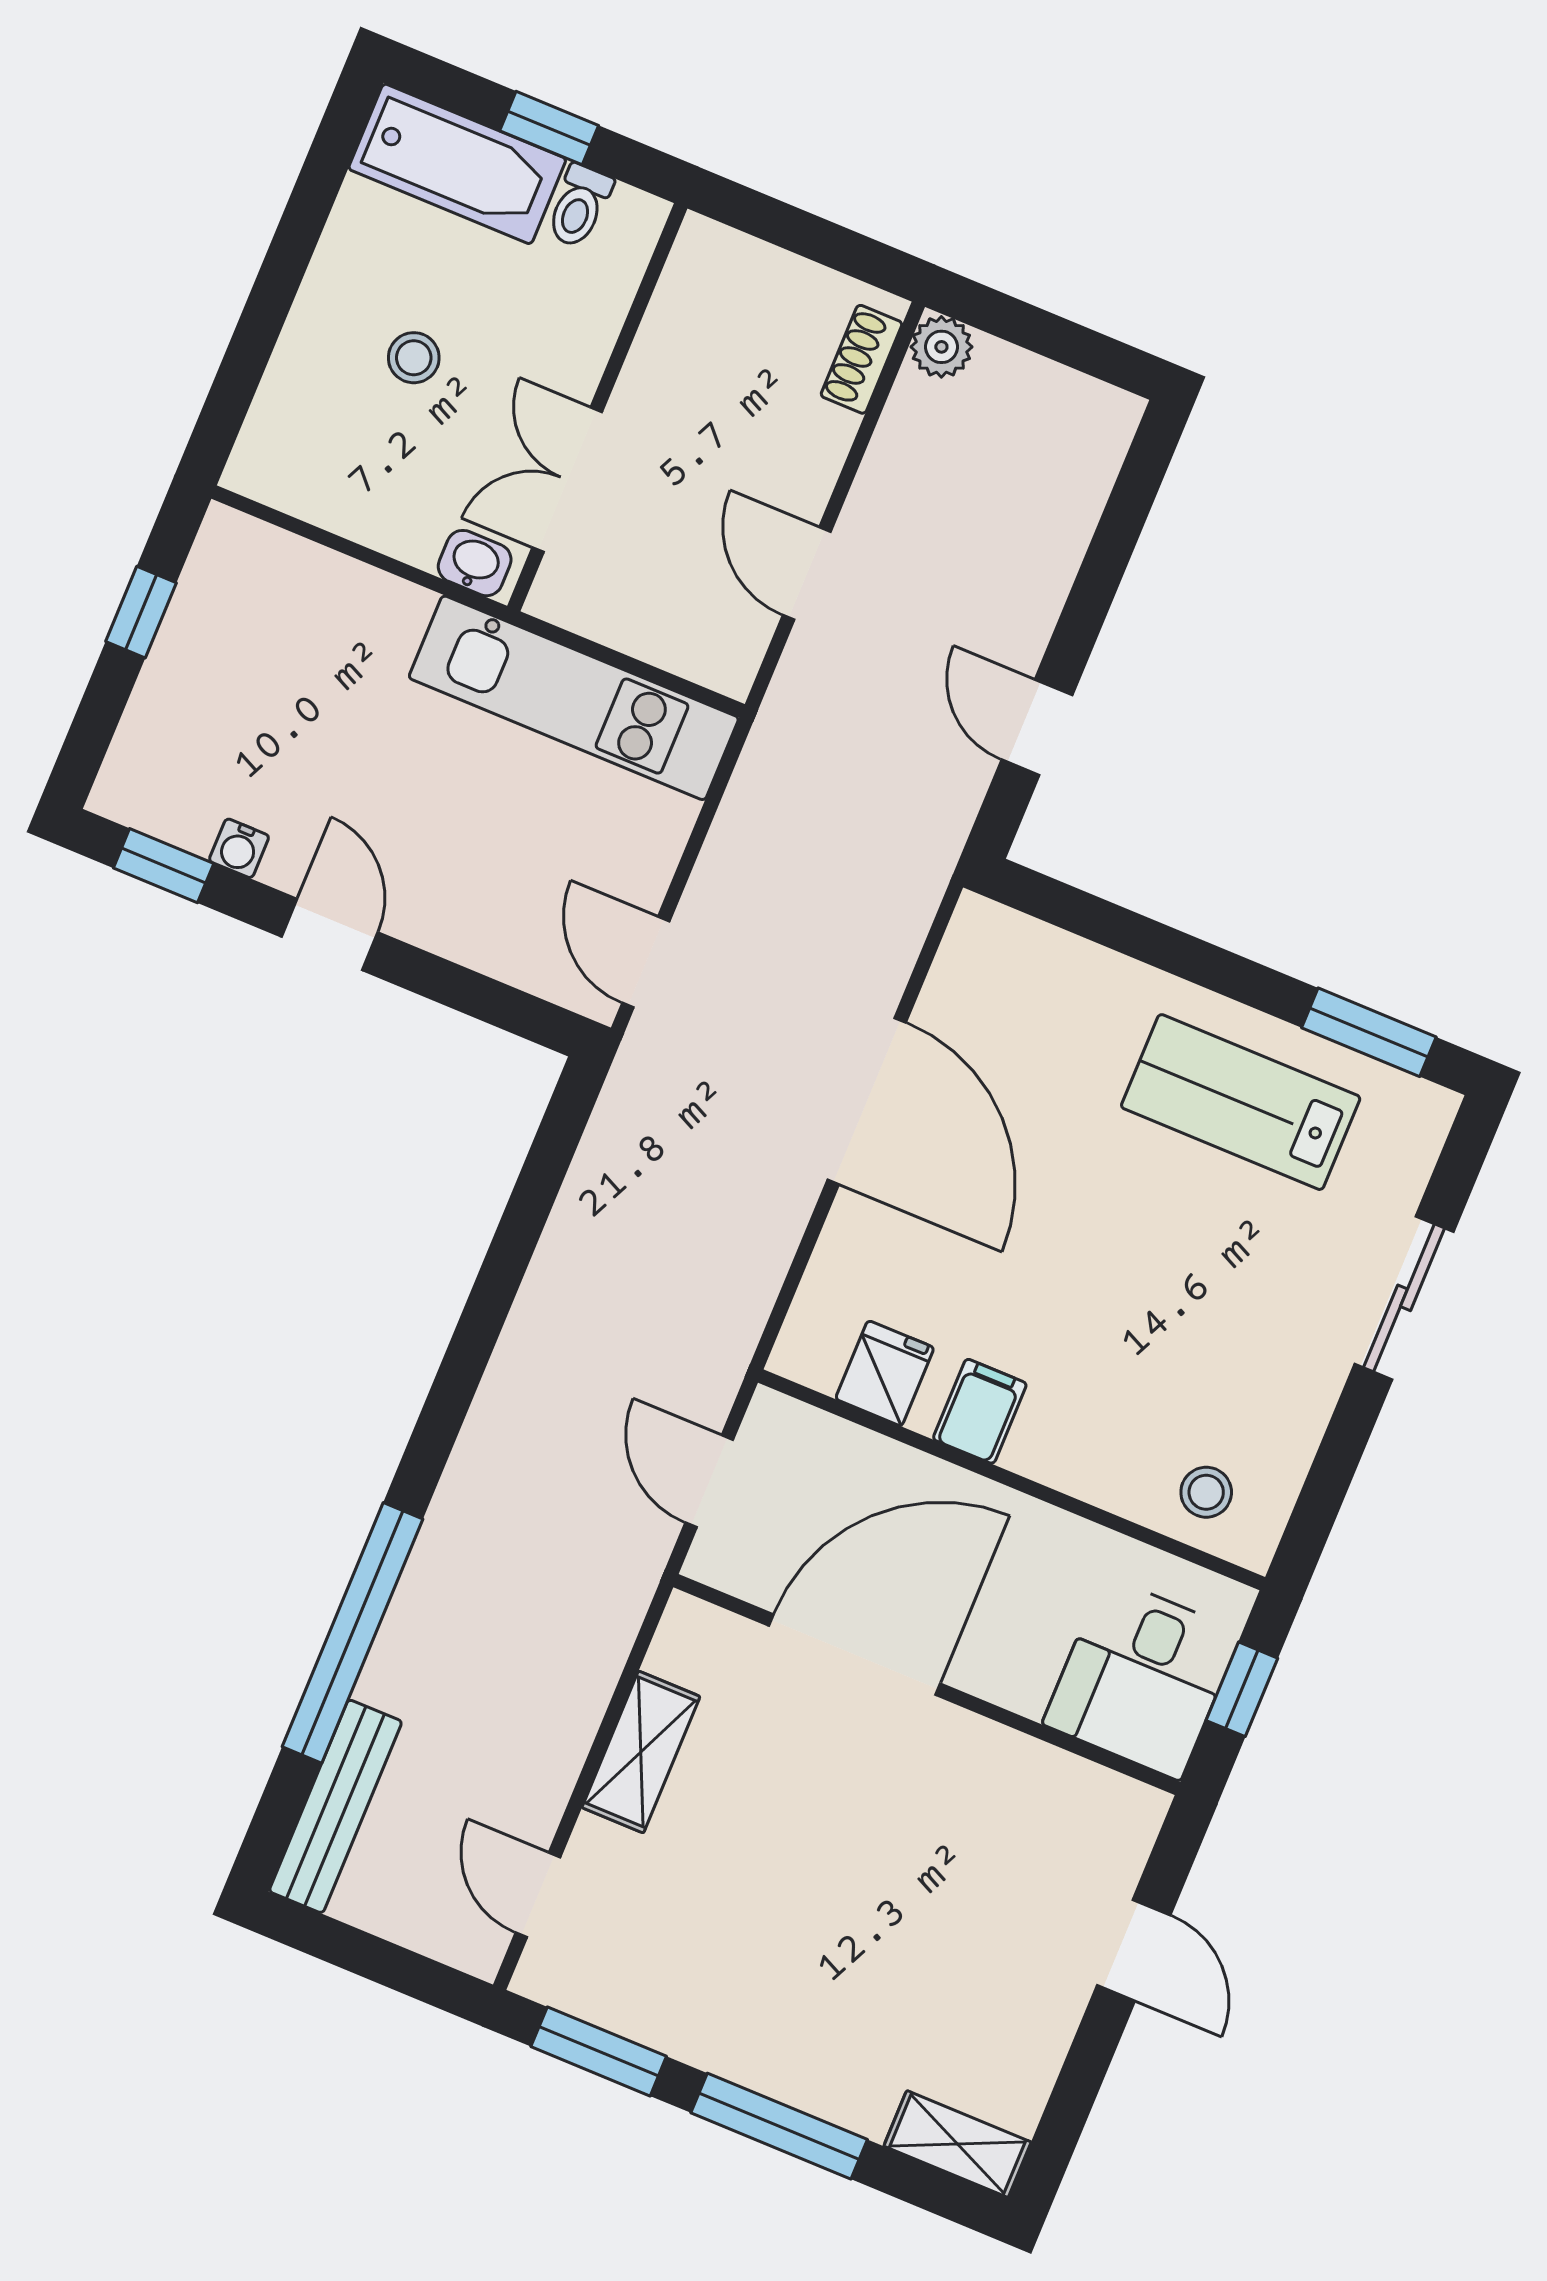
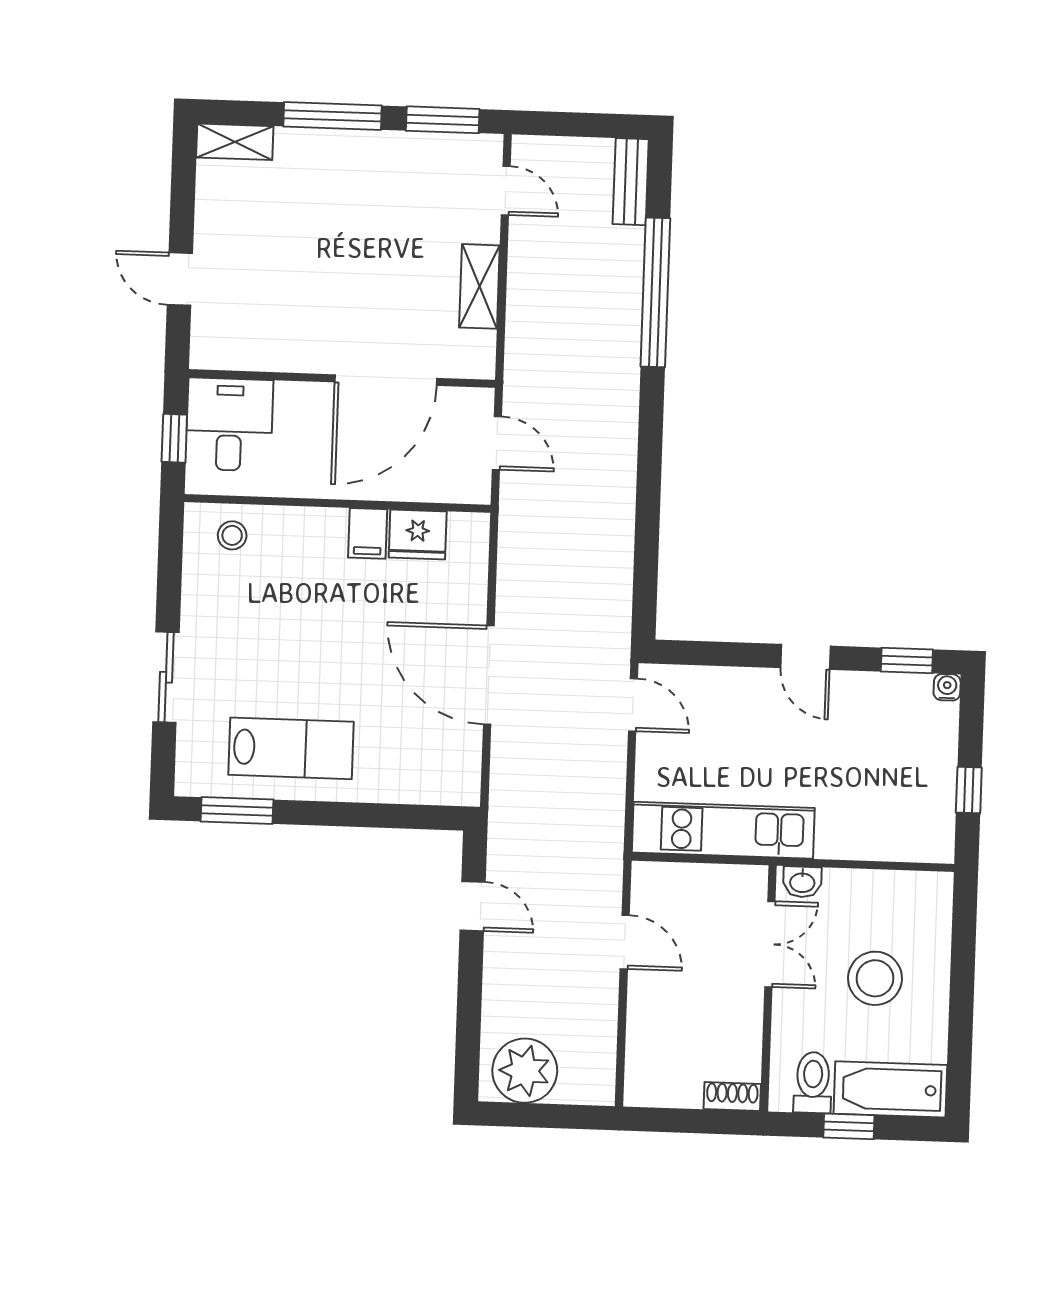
toilet: (579, 206) -> (813, 1083), width x1.37, depth x1.39
plant: (941, 347) -> (525, 1071), moved, width x1.88, depth x1.88
stool: (414, 358) -> (875, 978), width x1.89, depth x1.89
shoe rack: (862, 359) -> (732, 1097), moved, turned -90
water cooler: (239, 848) -> (947, 687), moved
fridge: (885, 1373) -> (418, 534), width x1.38
bench: (335, 1806) -> (631, 182), width x0.73

